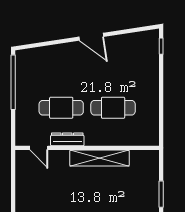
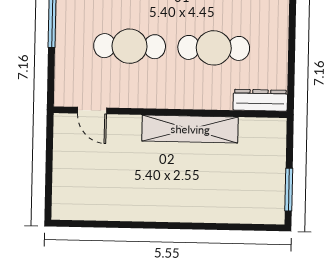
dresser: (67, 139) -> (260, 100), moved

